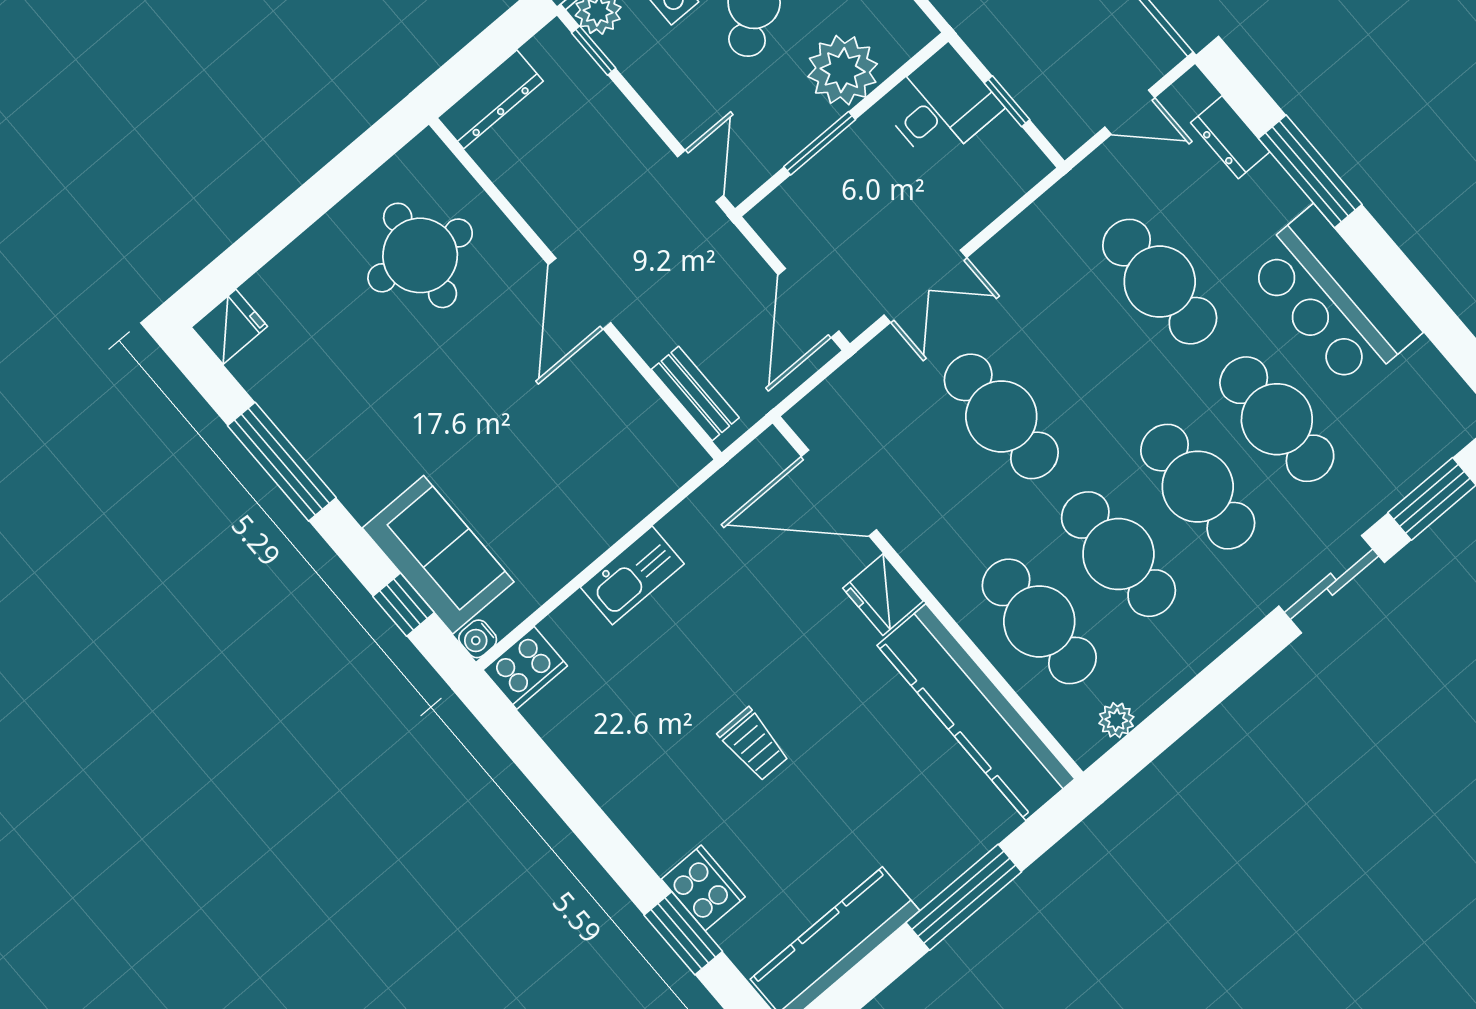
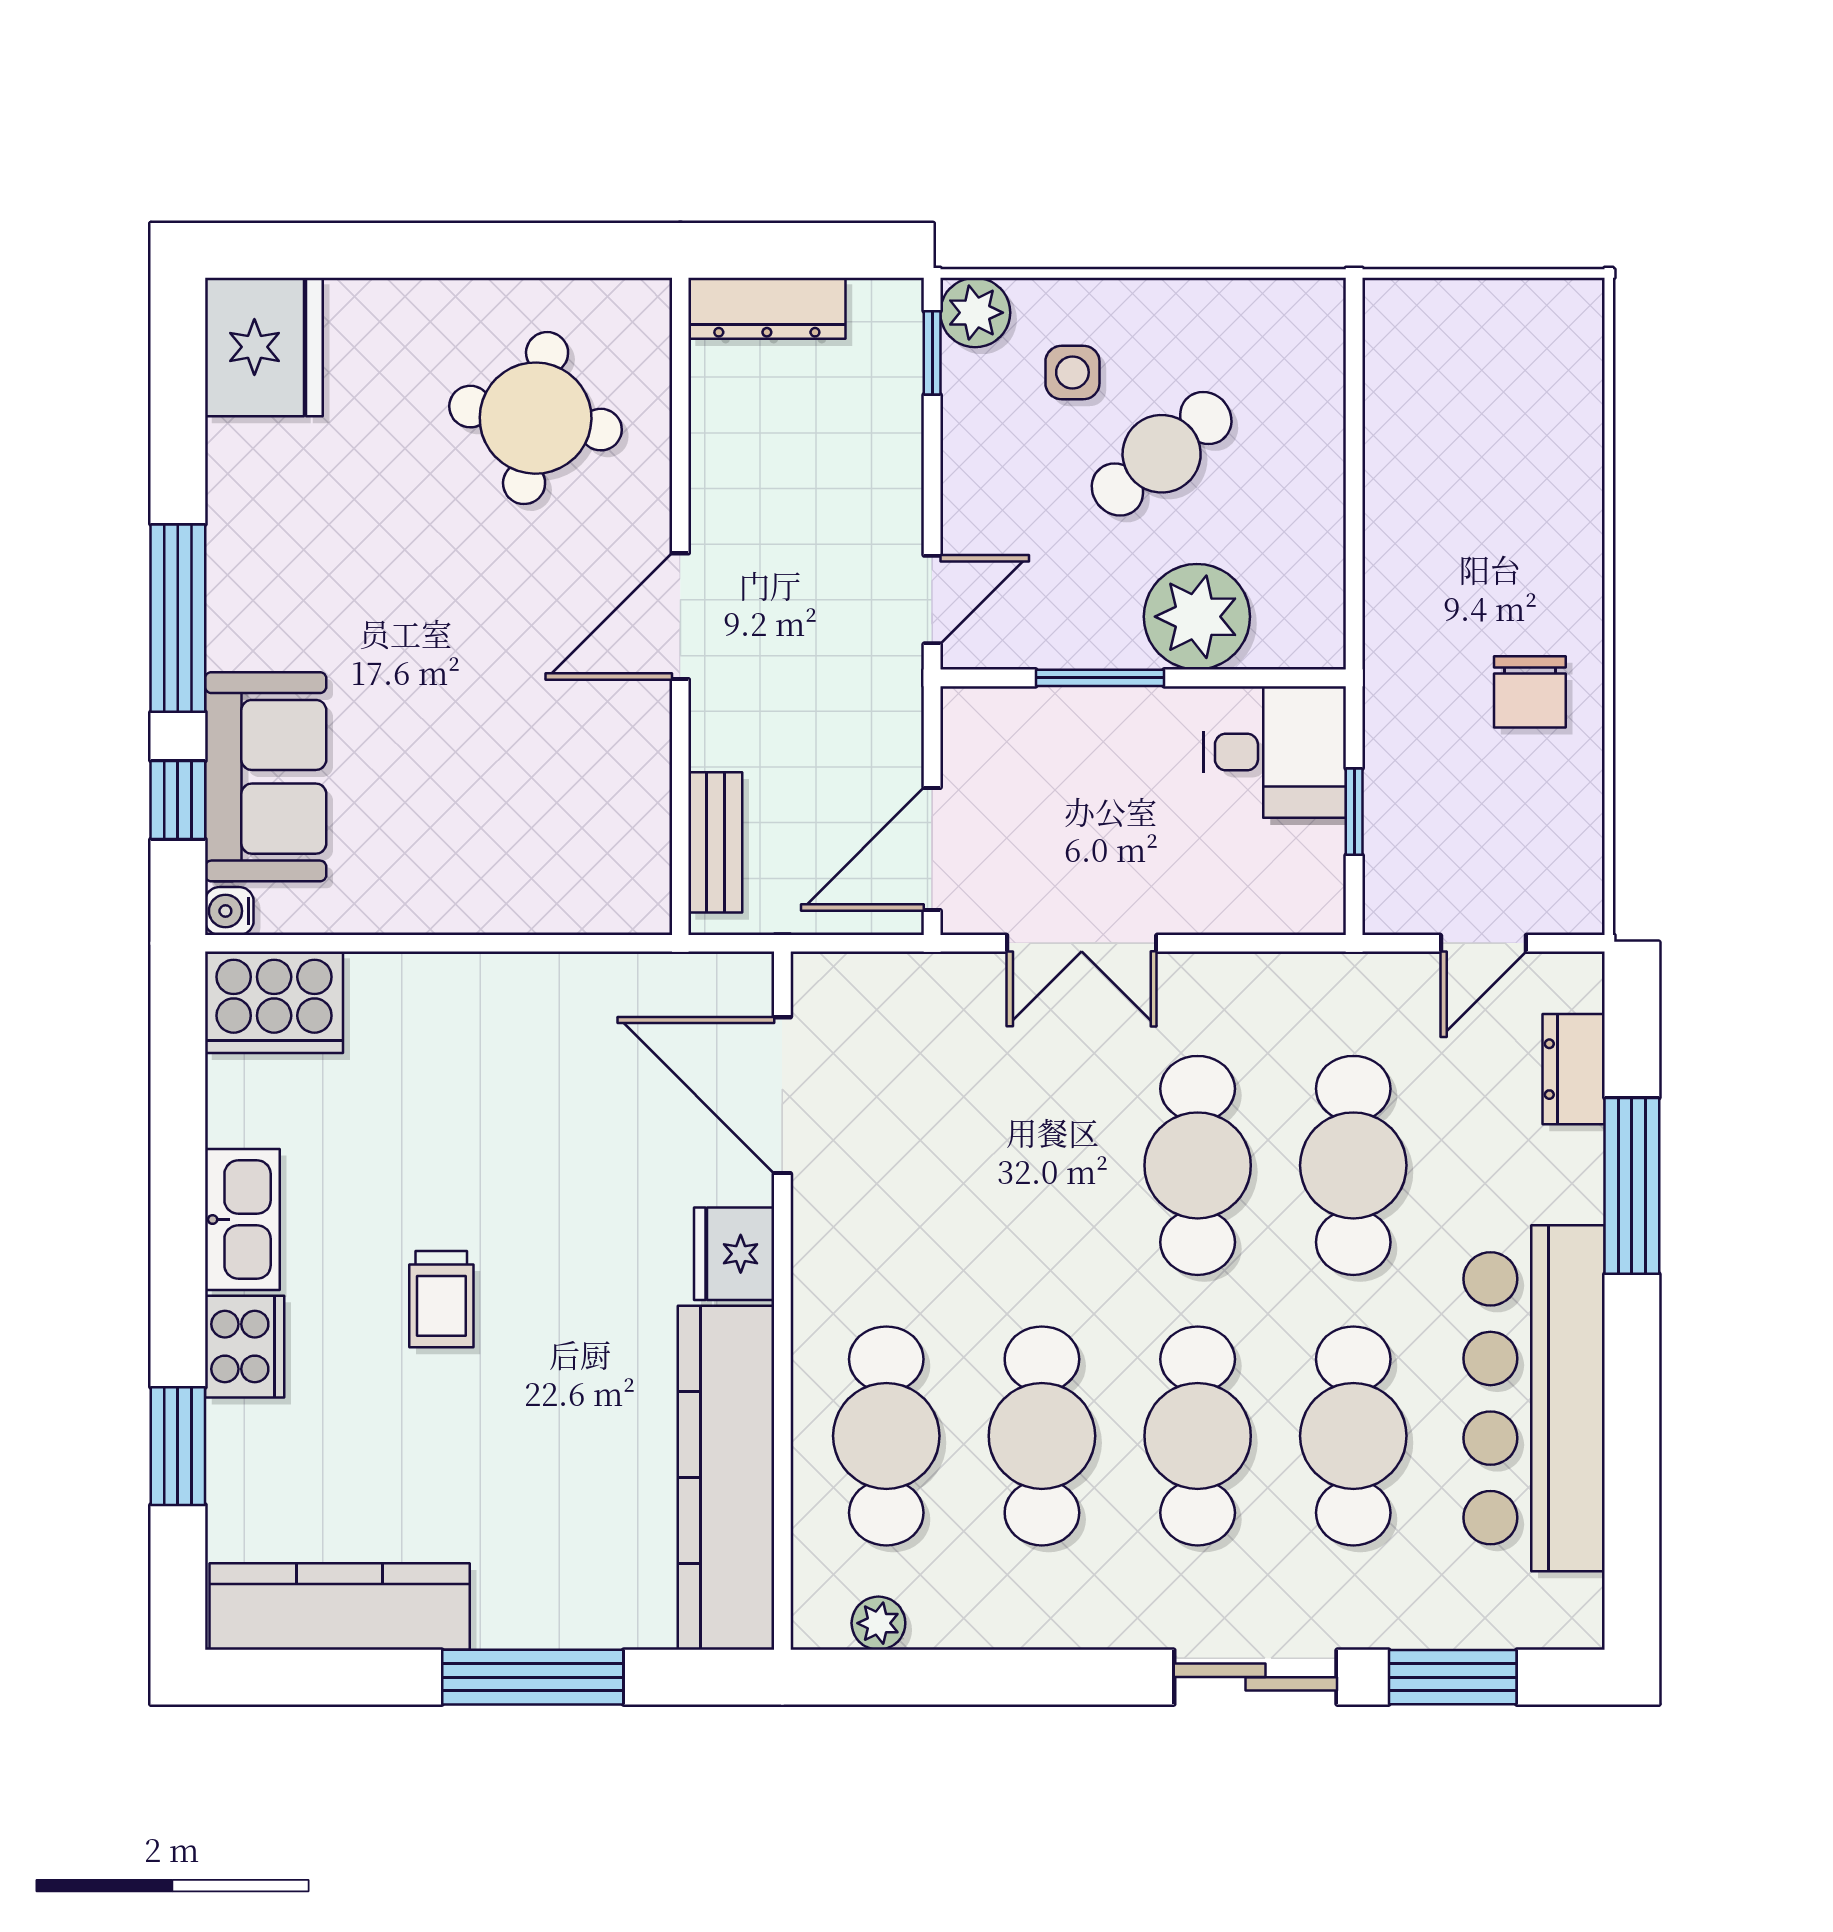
door: (1130, 112) -> (1483, 943), hinge flipped
bar counter: (1333, 298) -> (1534, 1398), width x1.36
fridge: (229, 327) -> (264, 347), width x1.88, depth x1.34
cafe table: (1001, 416) -> (1198, 1165), moved
window: (282, 462) -> (178, 618), moved
kitchen sink: (632, 575) -> (242, 1220), moved, turned -90
cooker: (525, 668) -> (274, 1002), width x1.37, depth x1.31
cooker: (703, 888) -> (245, 1347), moved

